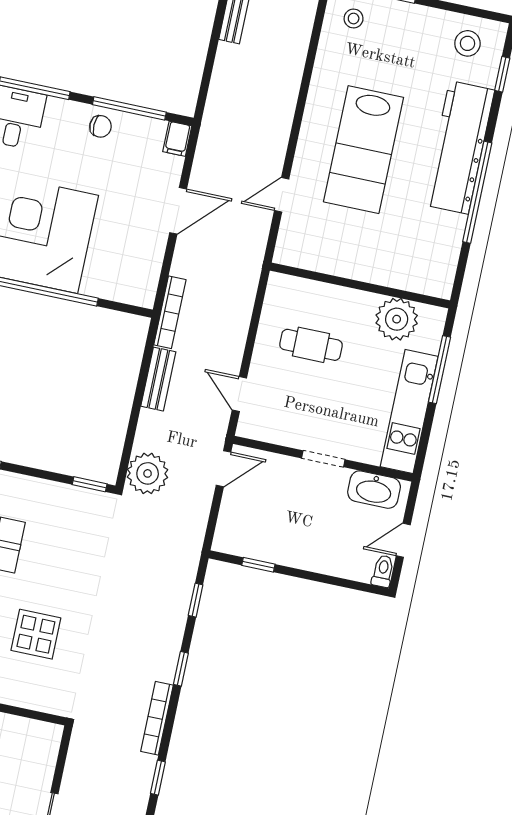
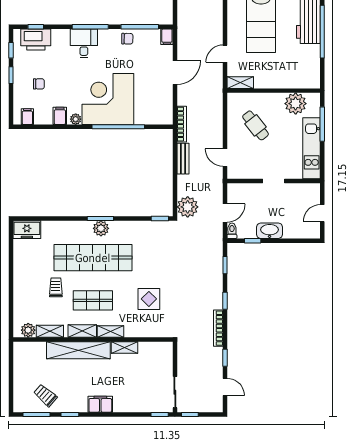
shelving: (299, 257) -> (240, 83), added
cafe table: (311, 345) -> (256, 125), turned 52
door: (223, 469) -> (225, 213), moved
washbasin: (374, 490) -> (270, 231), moved, turned 180
toilet: (383, 571) -> (232, 231), moved

